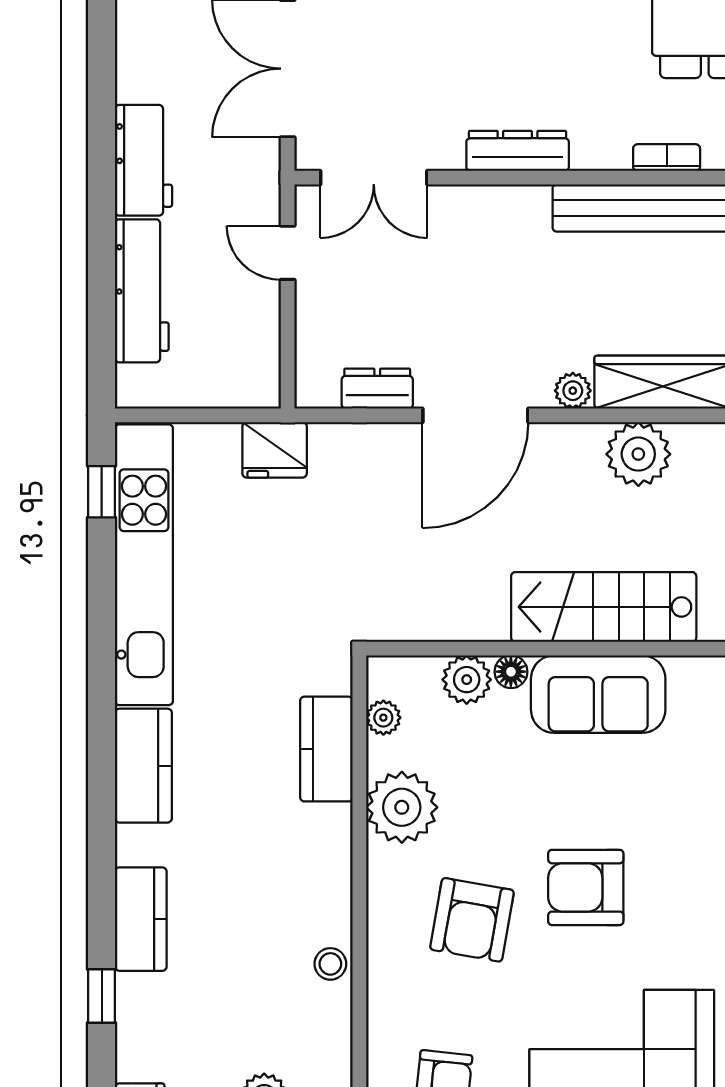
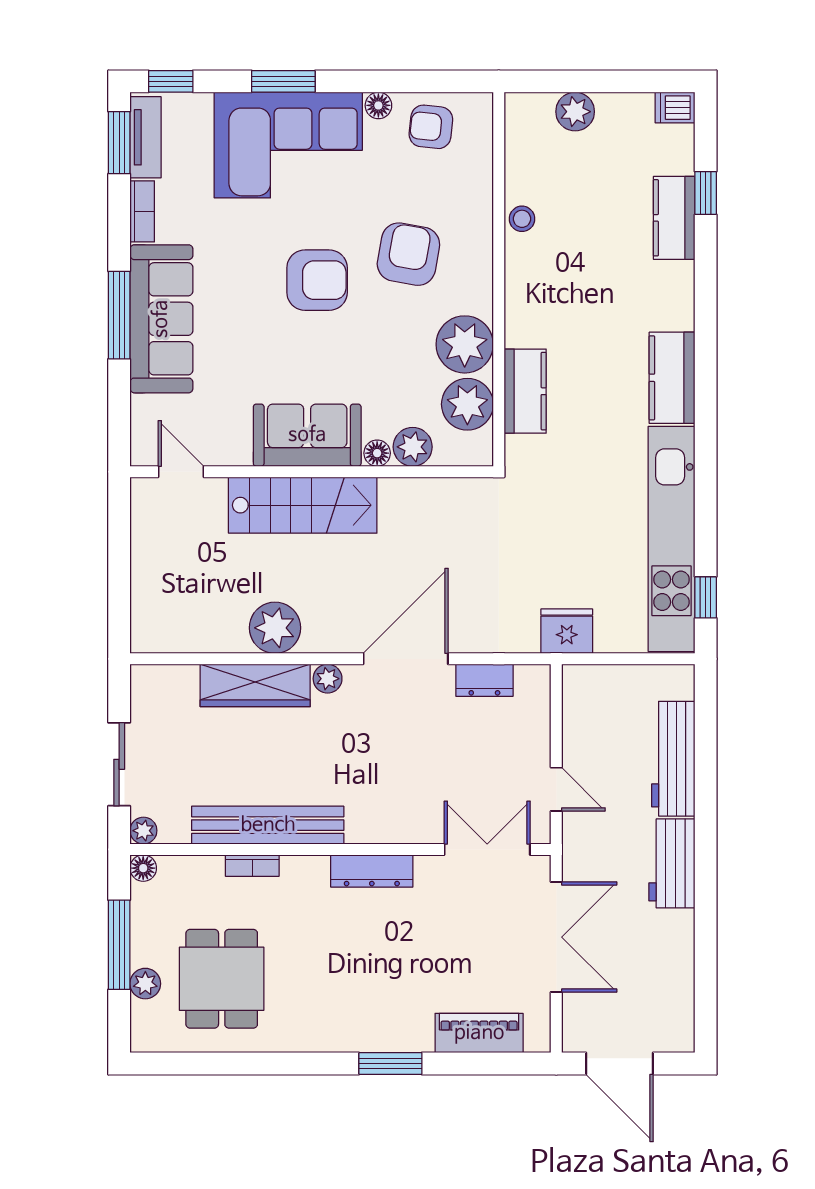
plant: (383, 718) -> (467, 404), width x1.87, depth x1.87
kitchen counter: (141, 919) -> (674, 218), moved

